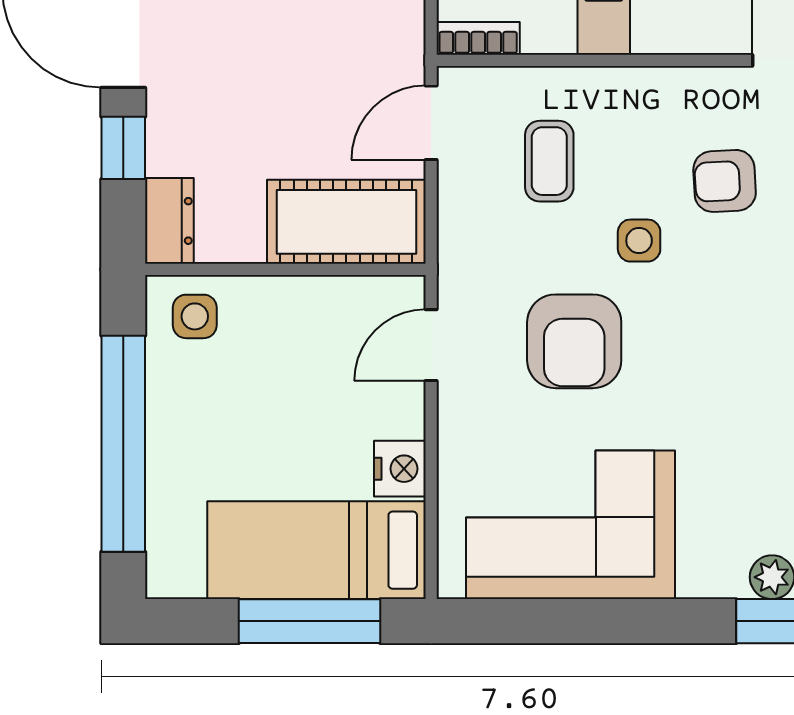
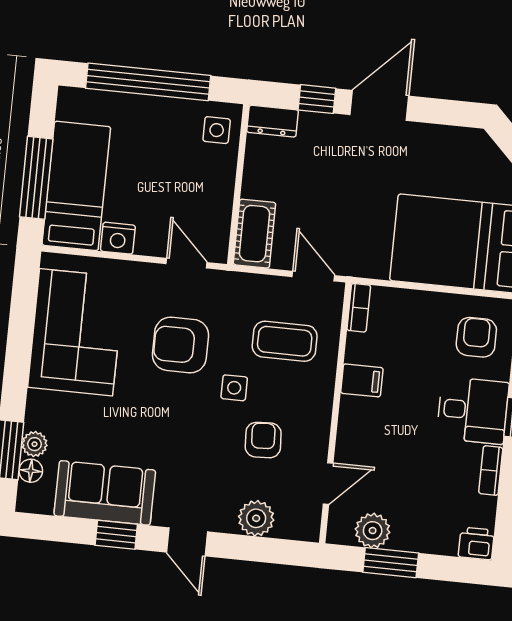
coffee table: (549, 161) -> (285, 341), width x1.36, depth x1.30
cot: (346, 222) -> (254, 234), width x0.73, depth x0.75

